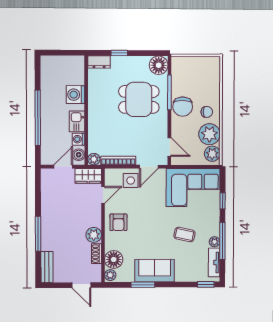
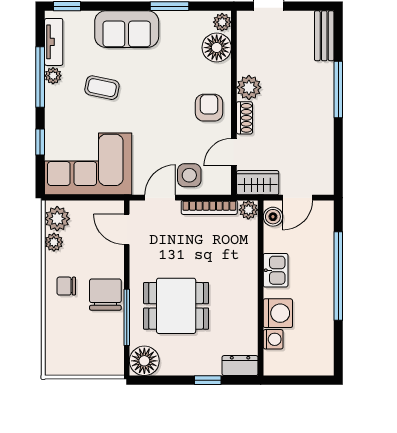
plant: (209, 134) -> (54, 242), width x0.53, depth x0.53
washing machine: (78, 139) -> (273, 339), moved
shoe rack: (96, 254) -> (244, 118), moved
sofa: (155, 271) -> (127, 29), moved

